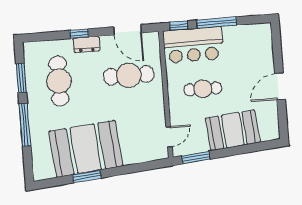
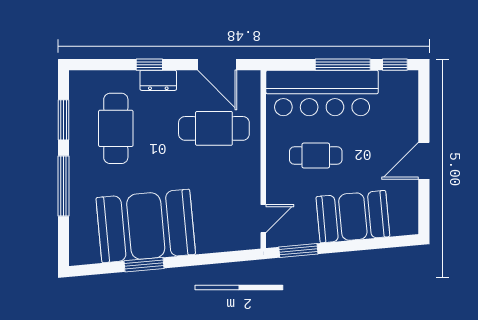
window: (179, 26) -> (395, 65), moved
bar counter: (193, 45) -> (322, 93), width x1.36

